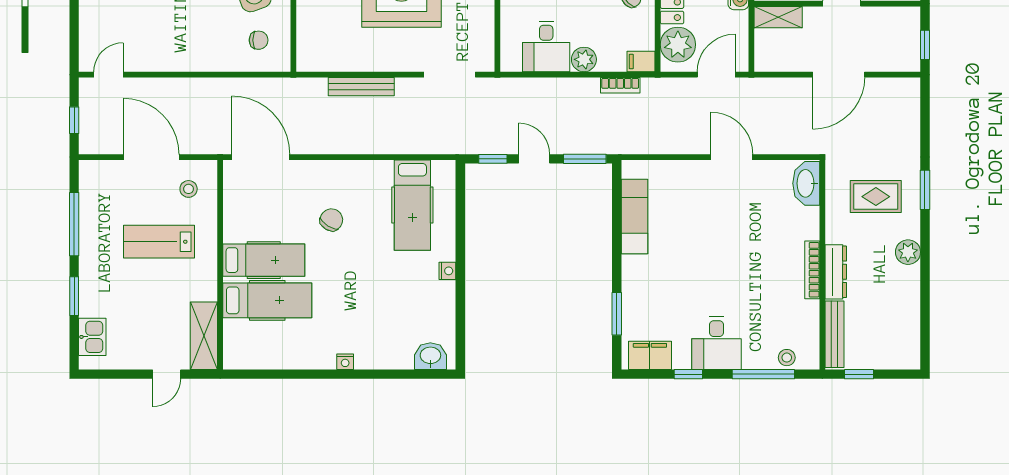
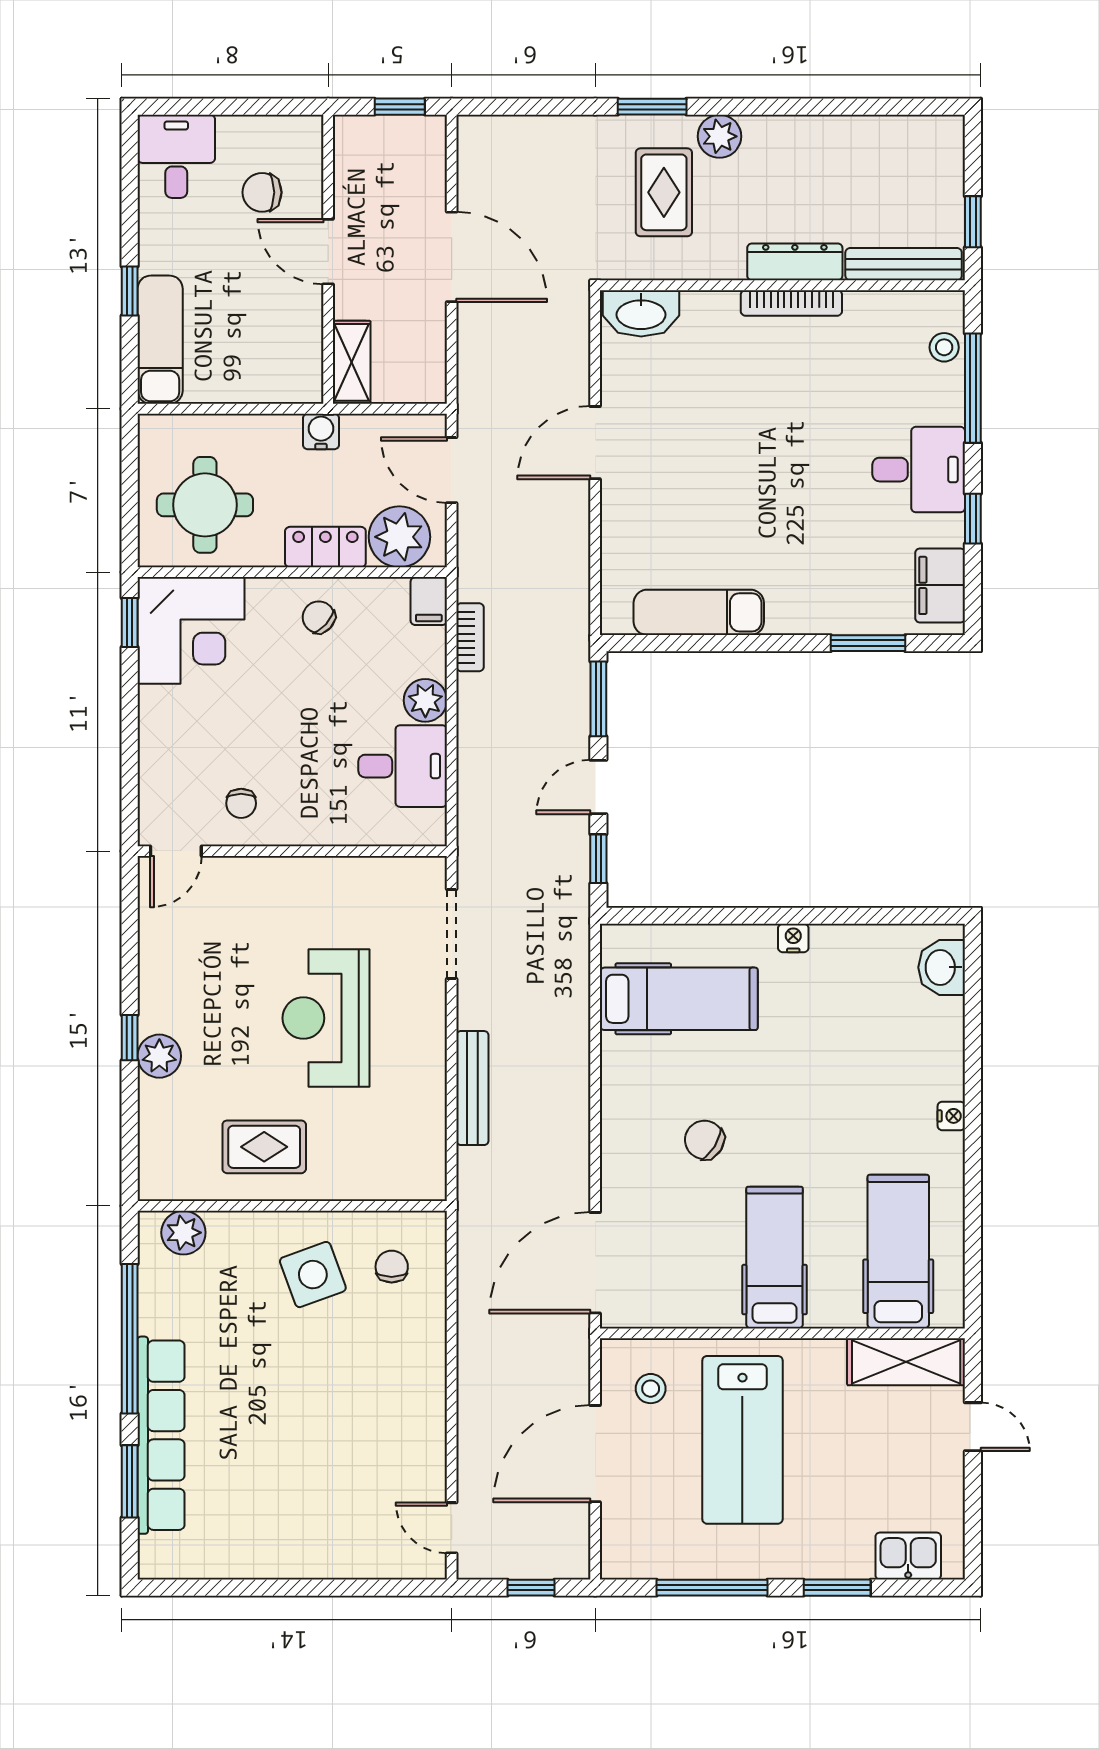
lab bench: (159, 242) -> (742, 1440), width x1.36, depth x1.39
plant: (908, 252) -> (719, 136), moved
hospital bed: (267, 300) -> (898, 1252), moved

